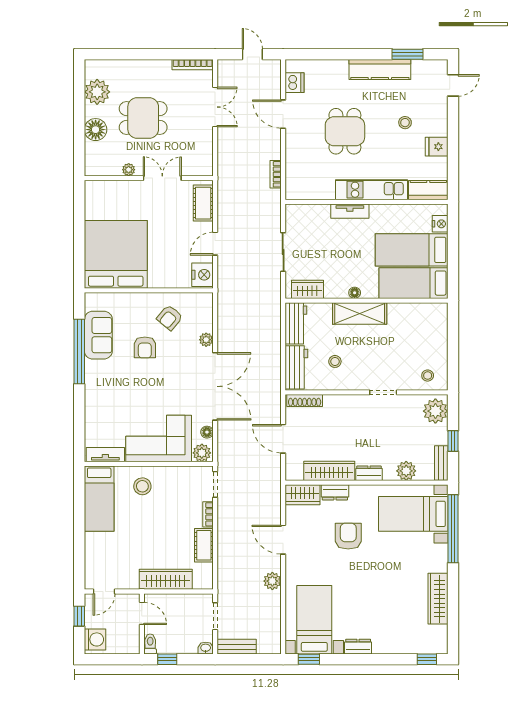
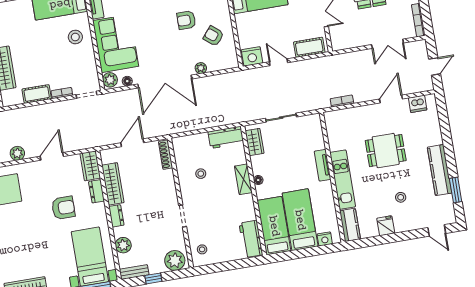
shelving: (360, 313) -> (243, 179), width x0.67, depth x0.75
workbench: (296, 367) -> (251, 239), moved, turned 90

